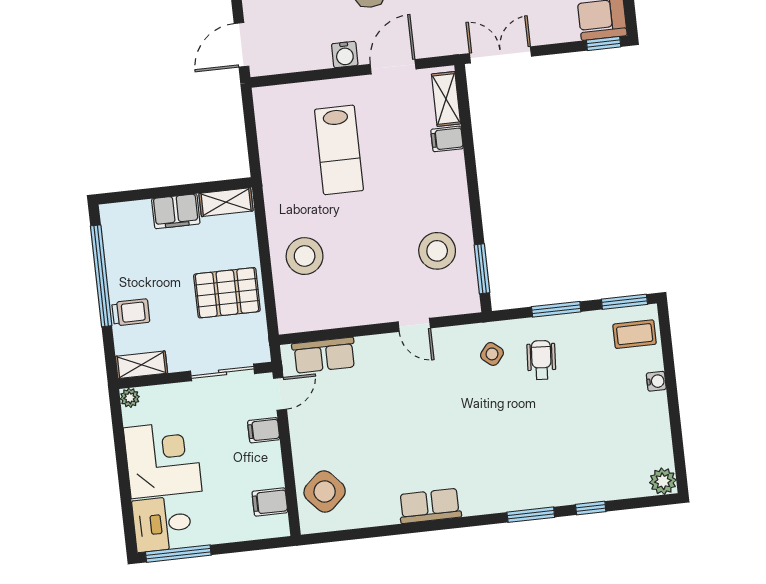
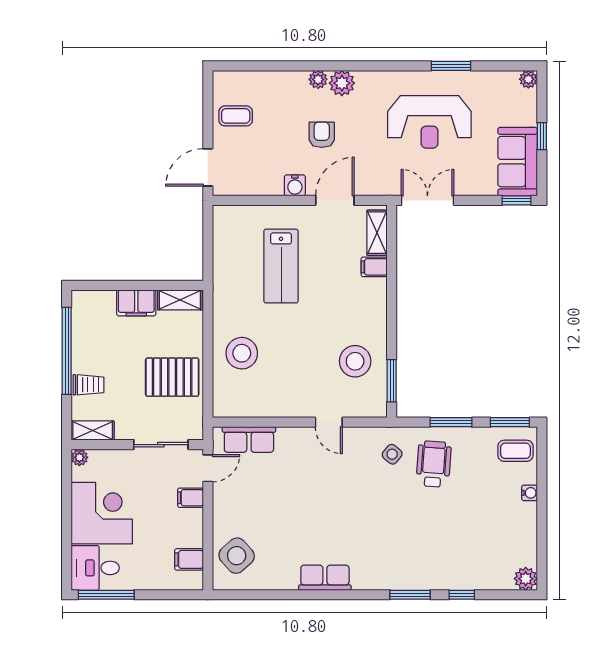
wheelchair: (541, 360) -> (434, 464), width x1.36, depth x1.37

